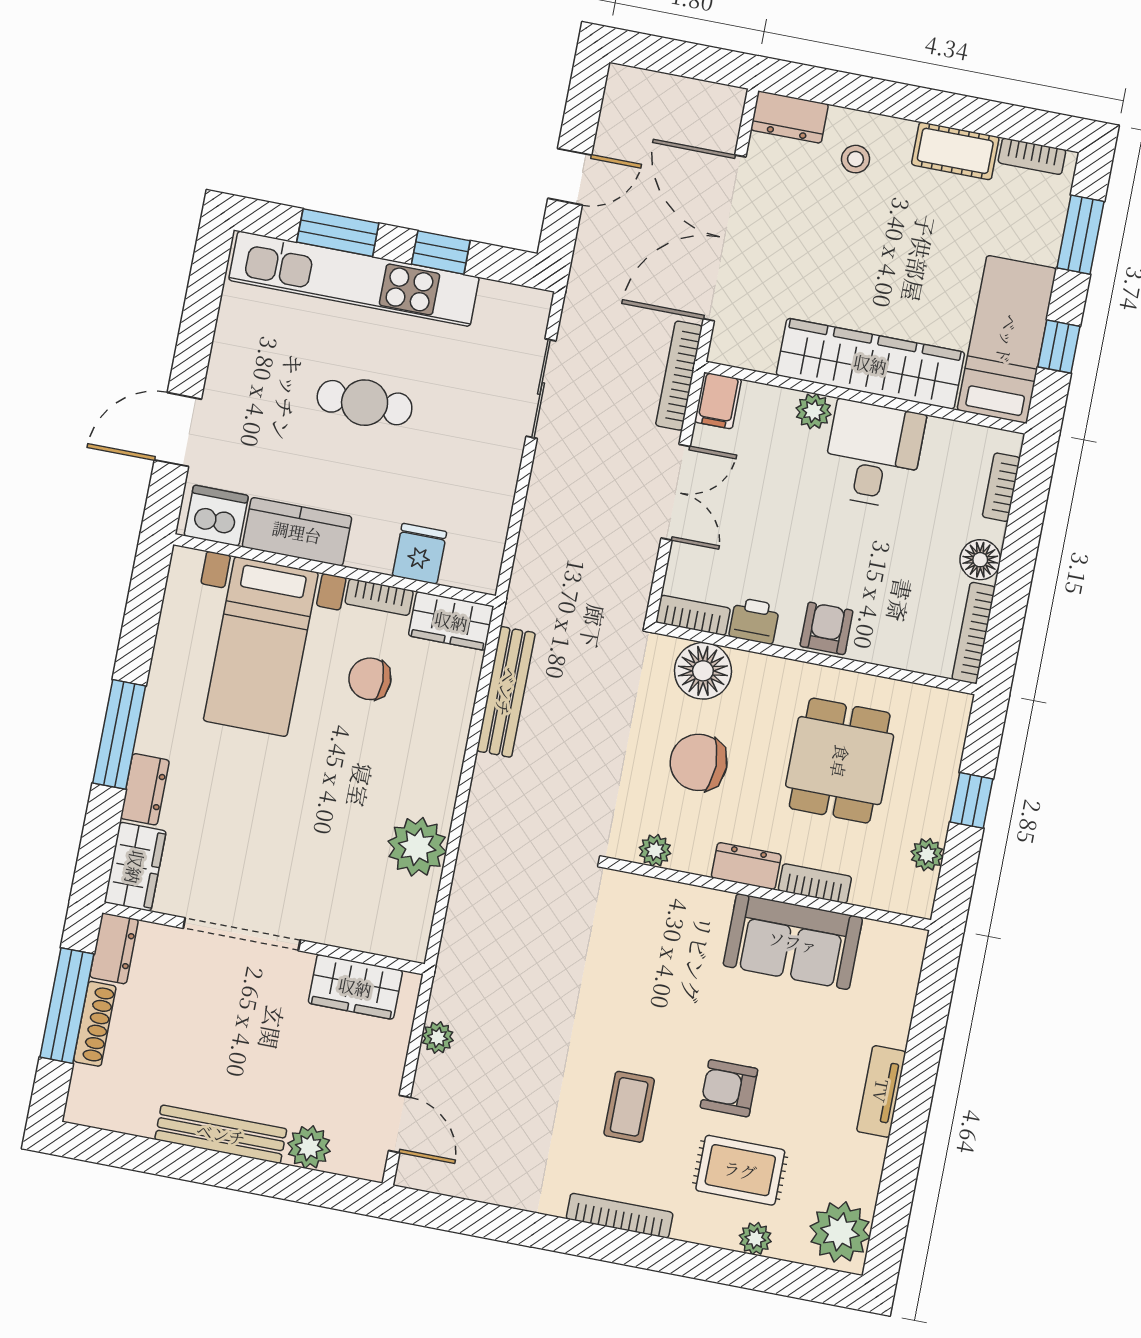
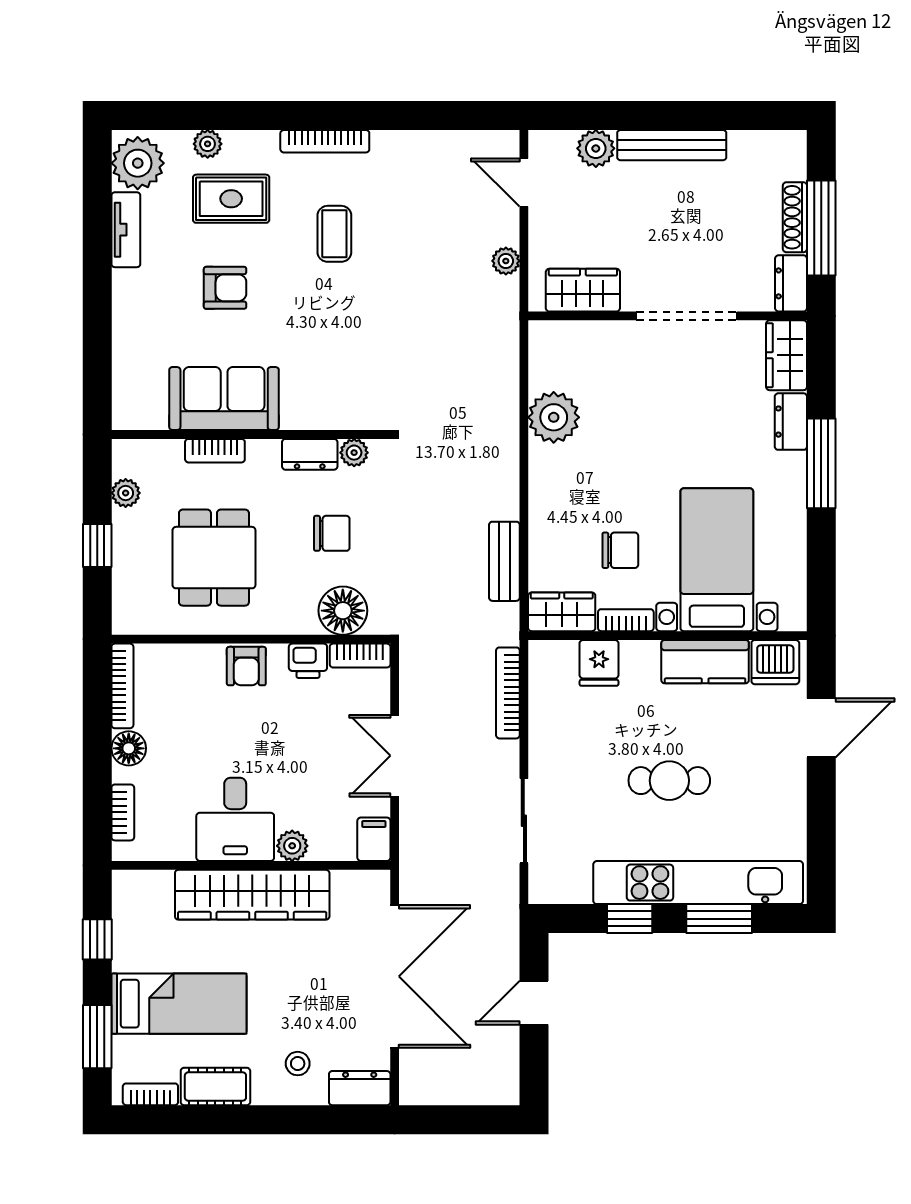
bed: (1007, 339) -> (179, 1004), moved, turned -90
bookcase: (679, 376) -> (508, 693), moved, turned 180
bench: (506, 692) -> (504, 561), width x0.73
chair: (699, 762) -> (332, 533), width x0.73, depth x0.73
dresser: (746, 866) -> (310, 454), moved
armchair: (729, 1088) -> (225, 288), moved
tv unit: (881, 1091) -> (126, 230), moved

